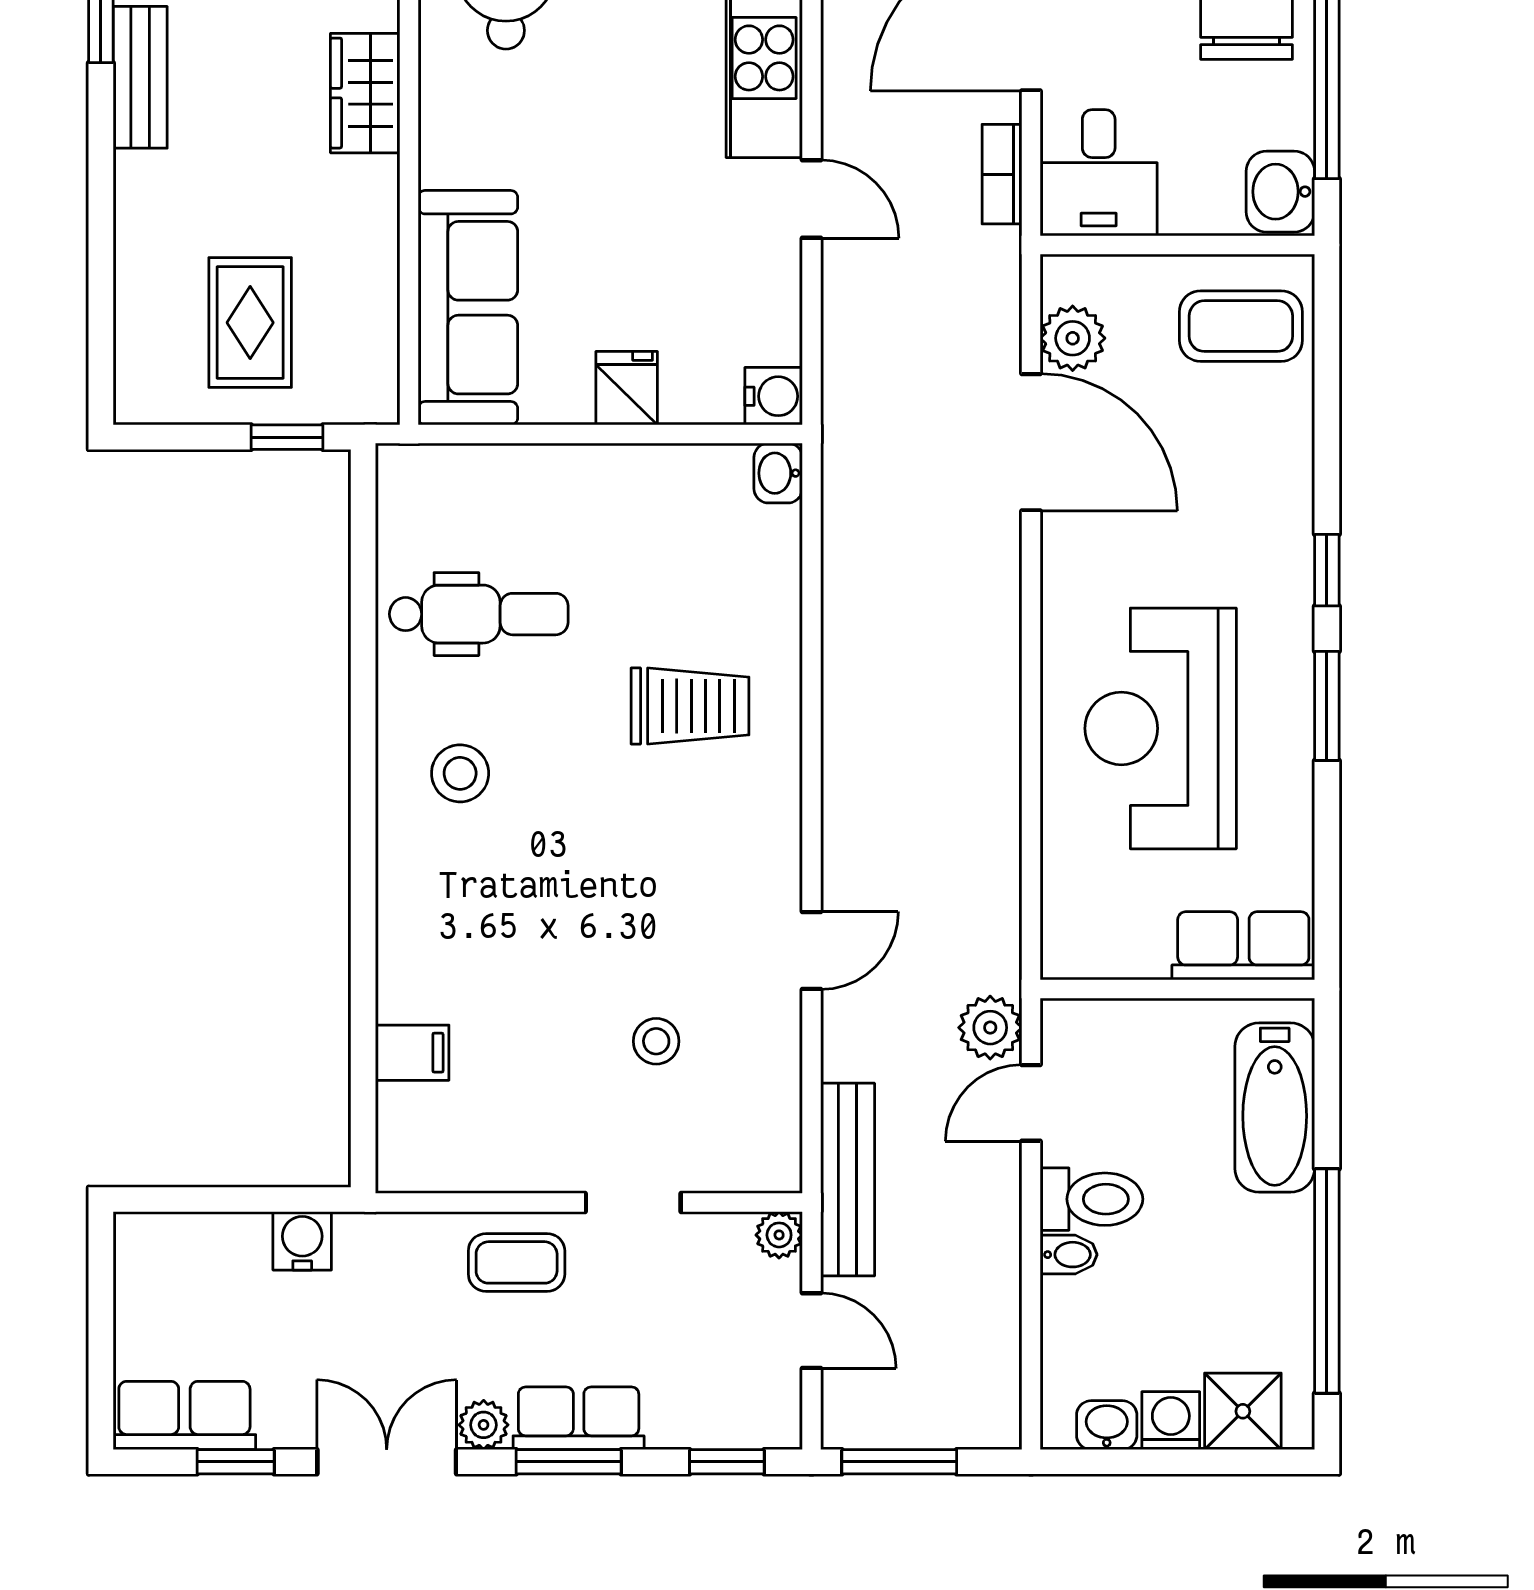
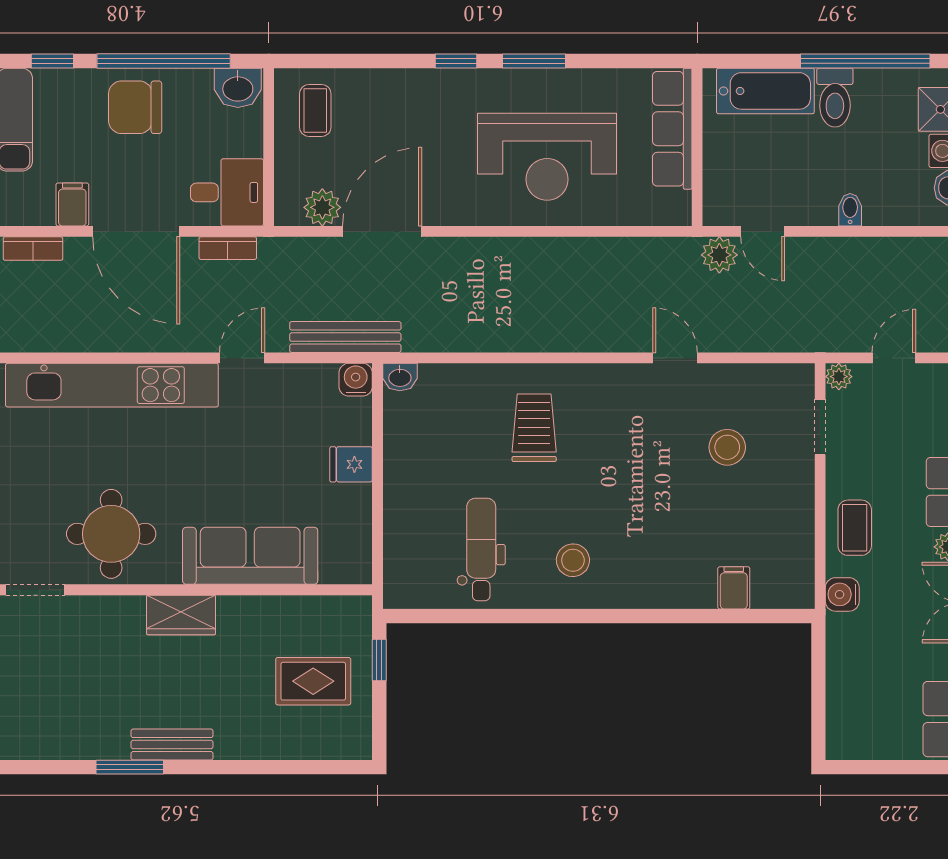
sofa: (468, 308) -> (250, 556), moved
coffee table: (1241, 326) -> (315, 110), width x0.73, depth x0.77
row of seats: (1243, 946) -> (672, 129), width x1.48
stool: (656, 1041) -> (727, 447), width x1.37, depth x1.37
bench: (848, 1180) -> (345, 337), moved
toilet: (1091, 1199) -> (835, 98), moved, turned 180
doorway: (633, 1203) -> (820, 427), moved
water cooler: (302, 1241) -> (842, 594), moved

